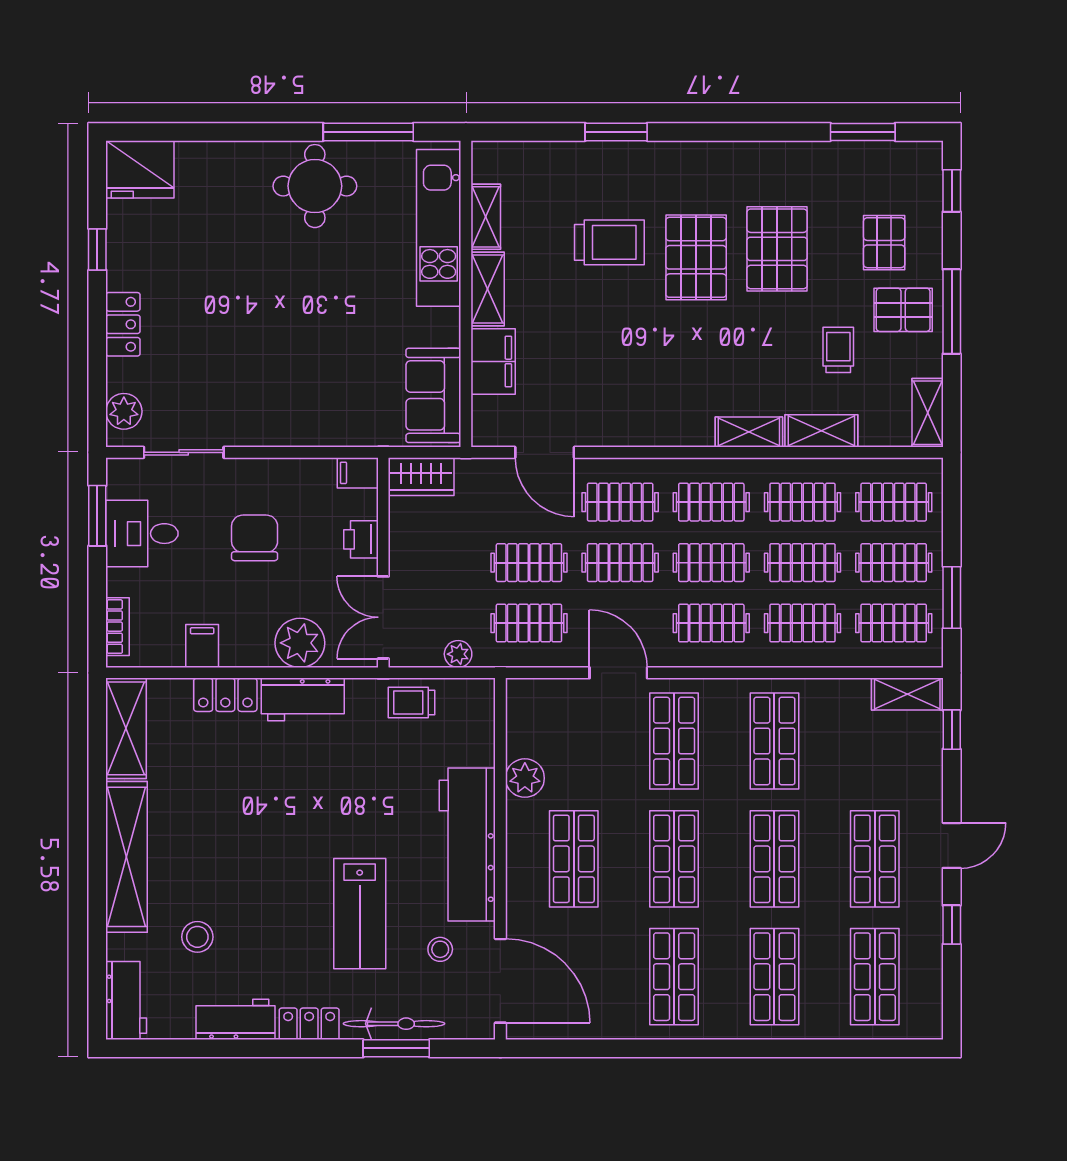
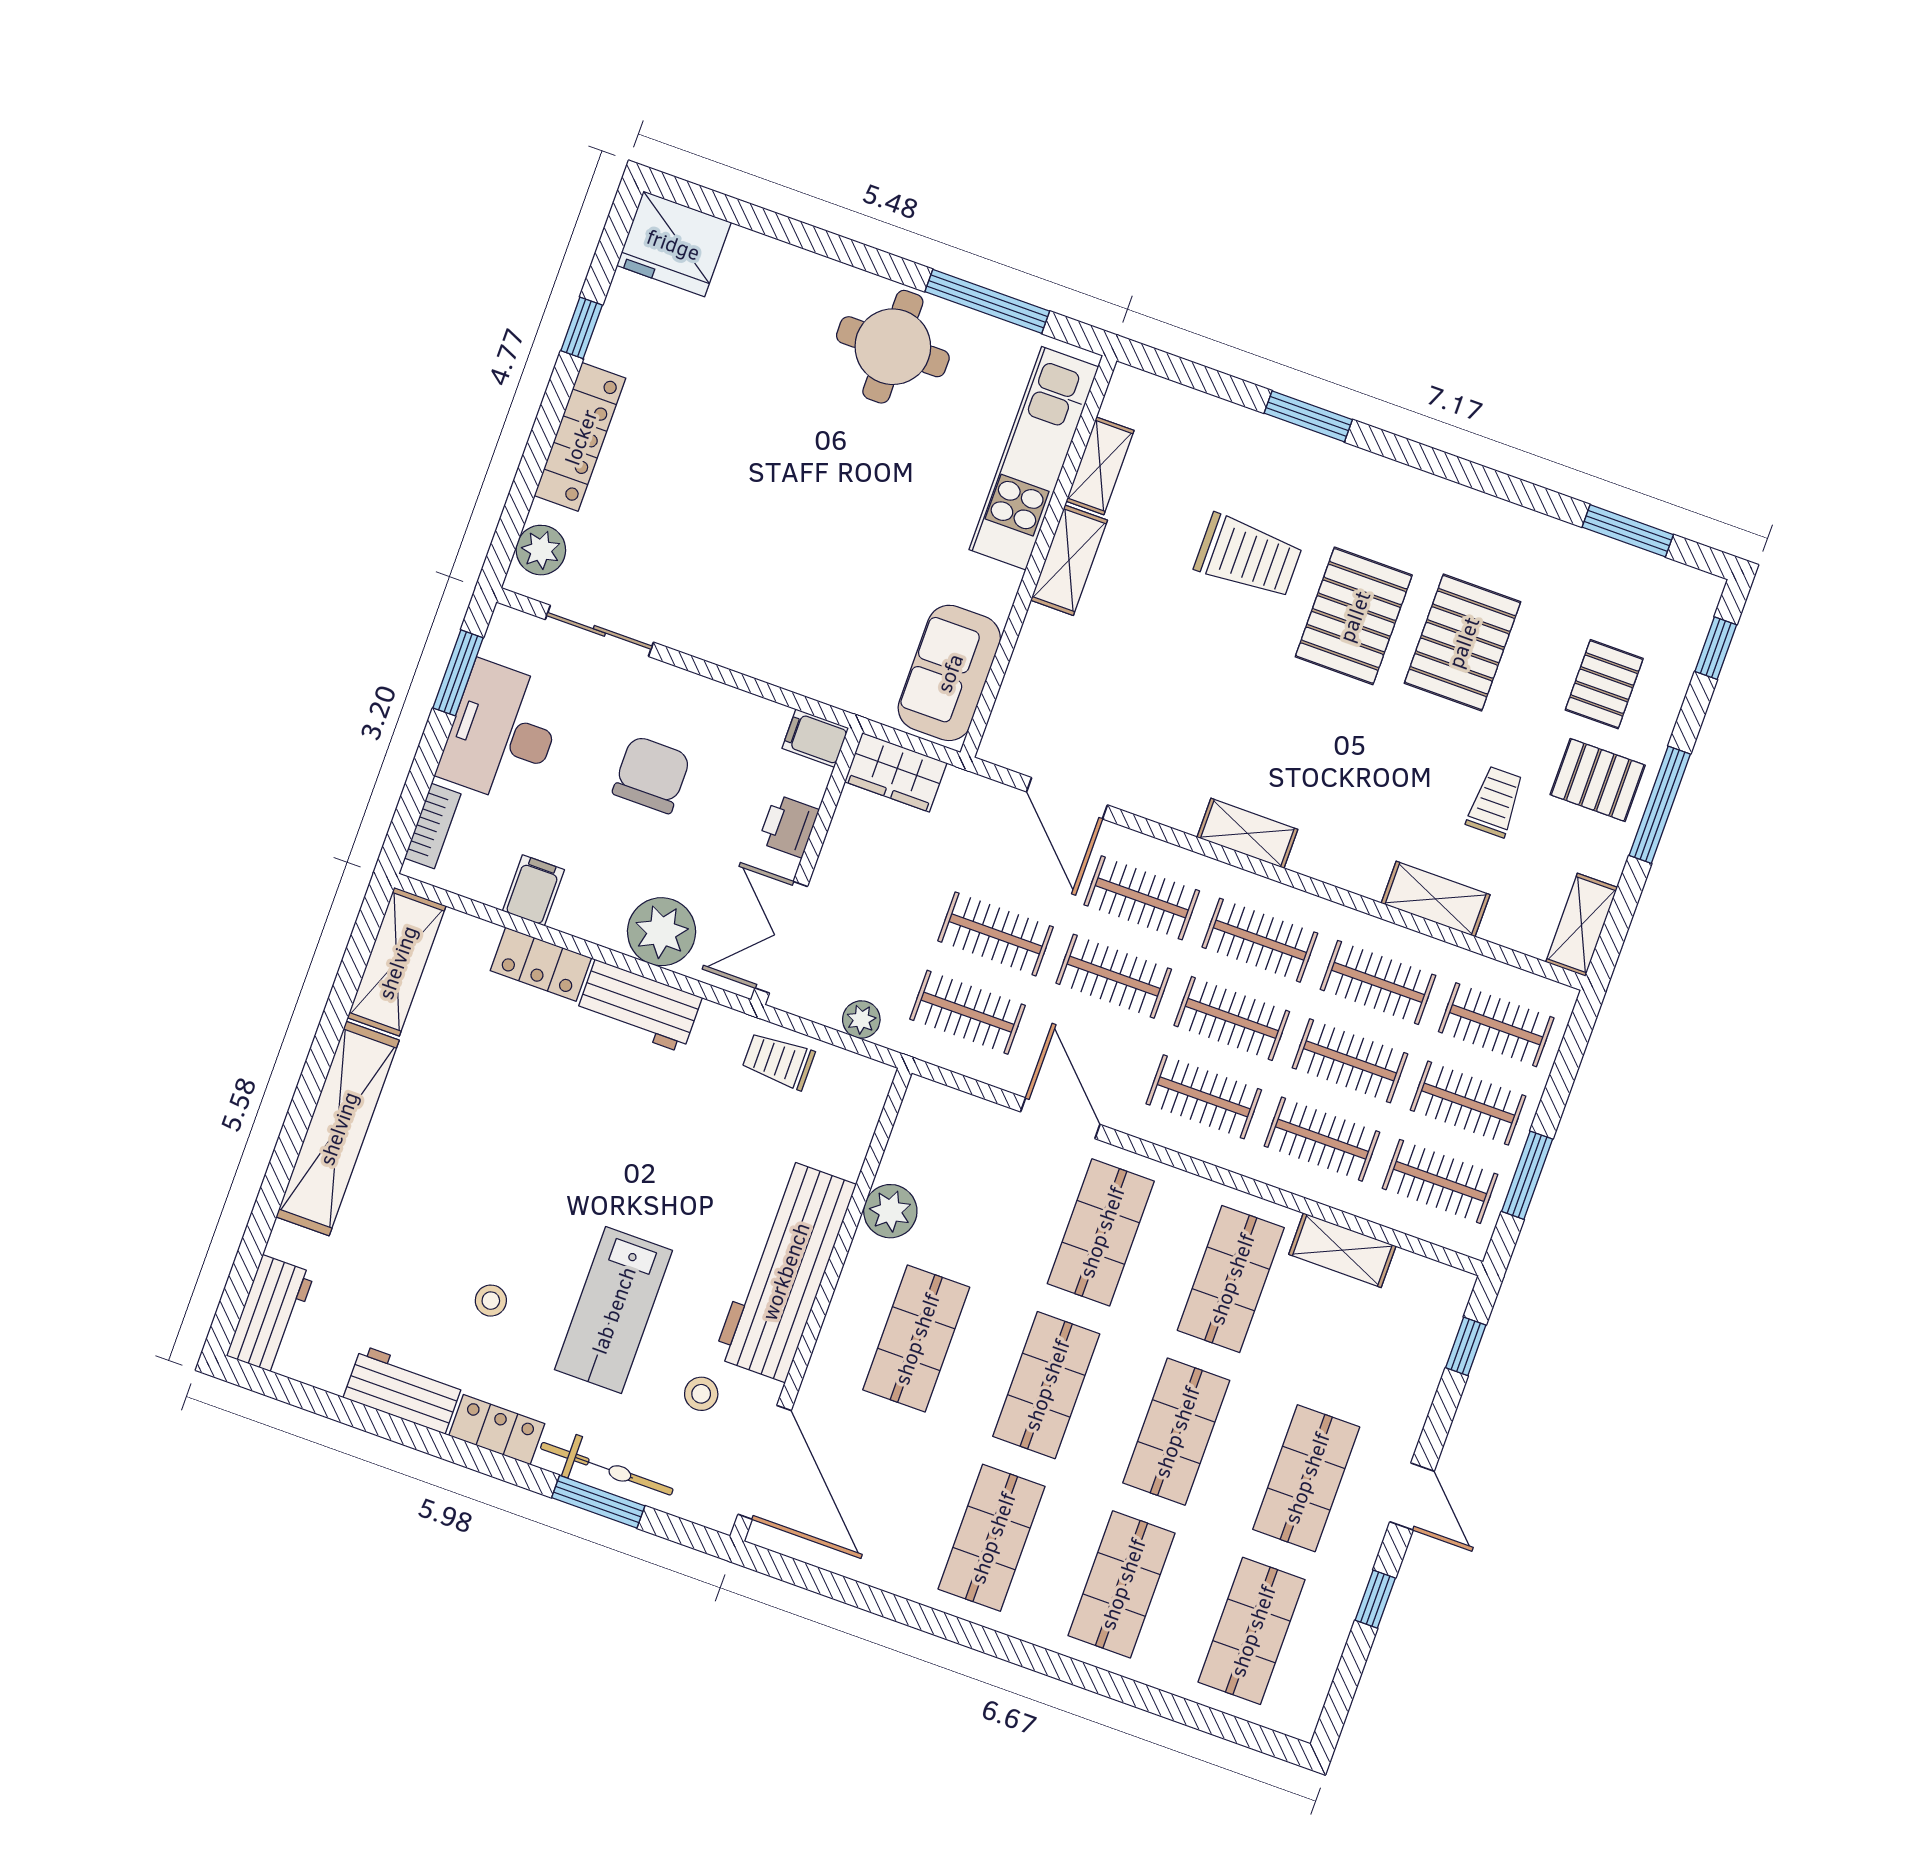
locker: (123, 324) -> (580, 437), width x1.53
filing cabinet: (493, 361) -> (1042, 657), removed
shelving: (749, 432) -> (1247, 833), moved
desk: (142, 534) -> (502, 733), width x1.37
shelving: (907, 694) -> (1342, 1250), moved
door: (952, 845) -> (1412, 1496), hinge flipped
stool: (197, 937) -> (491, 1301), moved, width x0.73, depth x0.73

